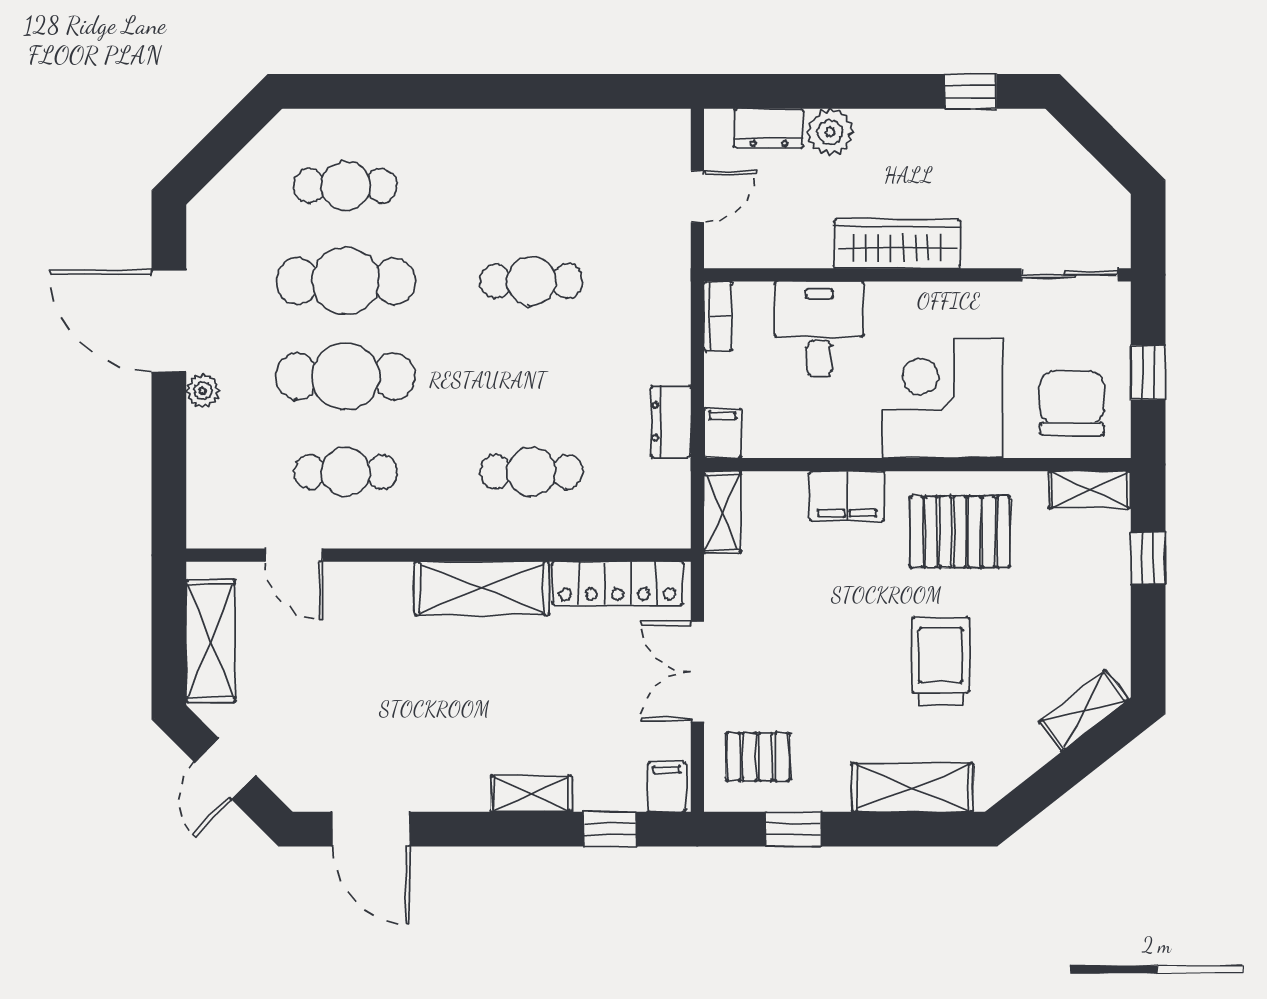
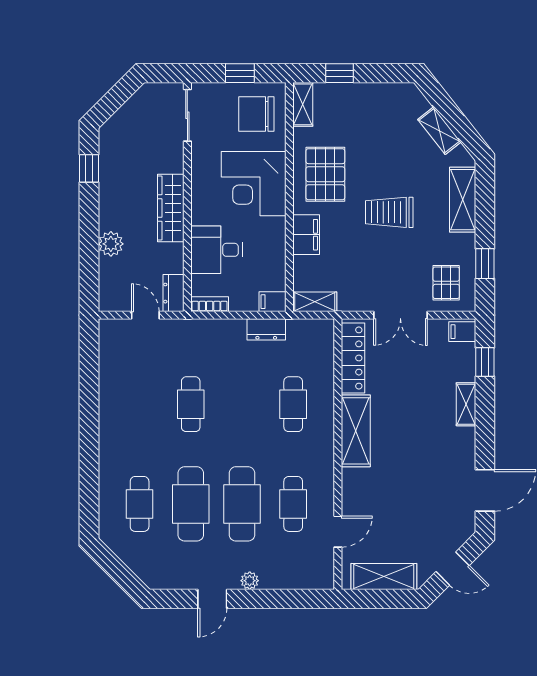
dresser: (769, 128) -> (173, 293), moved, turned 180
door: (169, 321) -> (212, 599), width x0.53
trolley: (941, 661) -> (389, 212), moved
shelving: (1084, 710) -> (439, 131), moved

